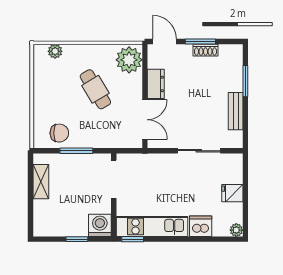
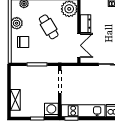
plant: (43, 83) -> (17, 23), added
chair: (59, 133) -> (23, 42), moved
shelving: (41, 182) -> (15, 100), moved

